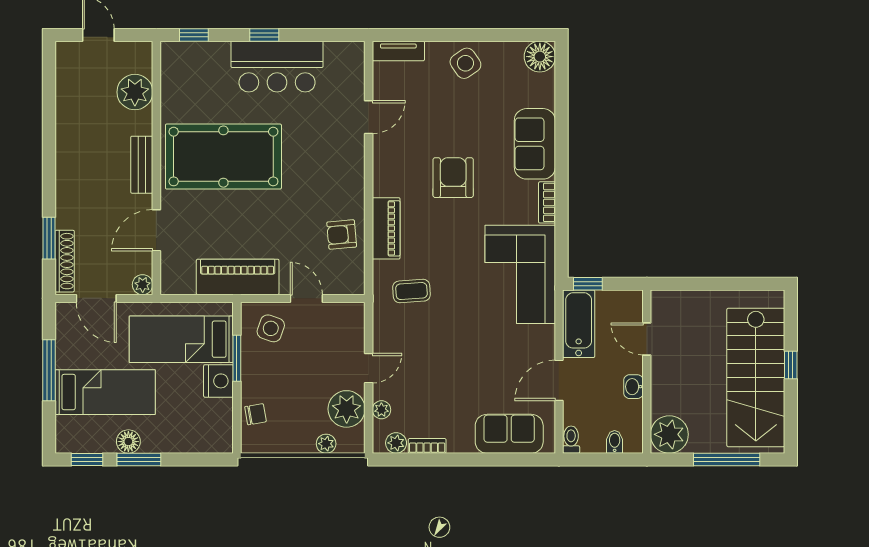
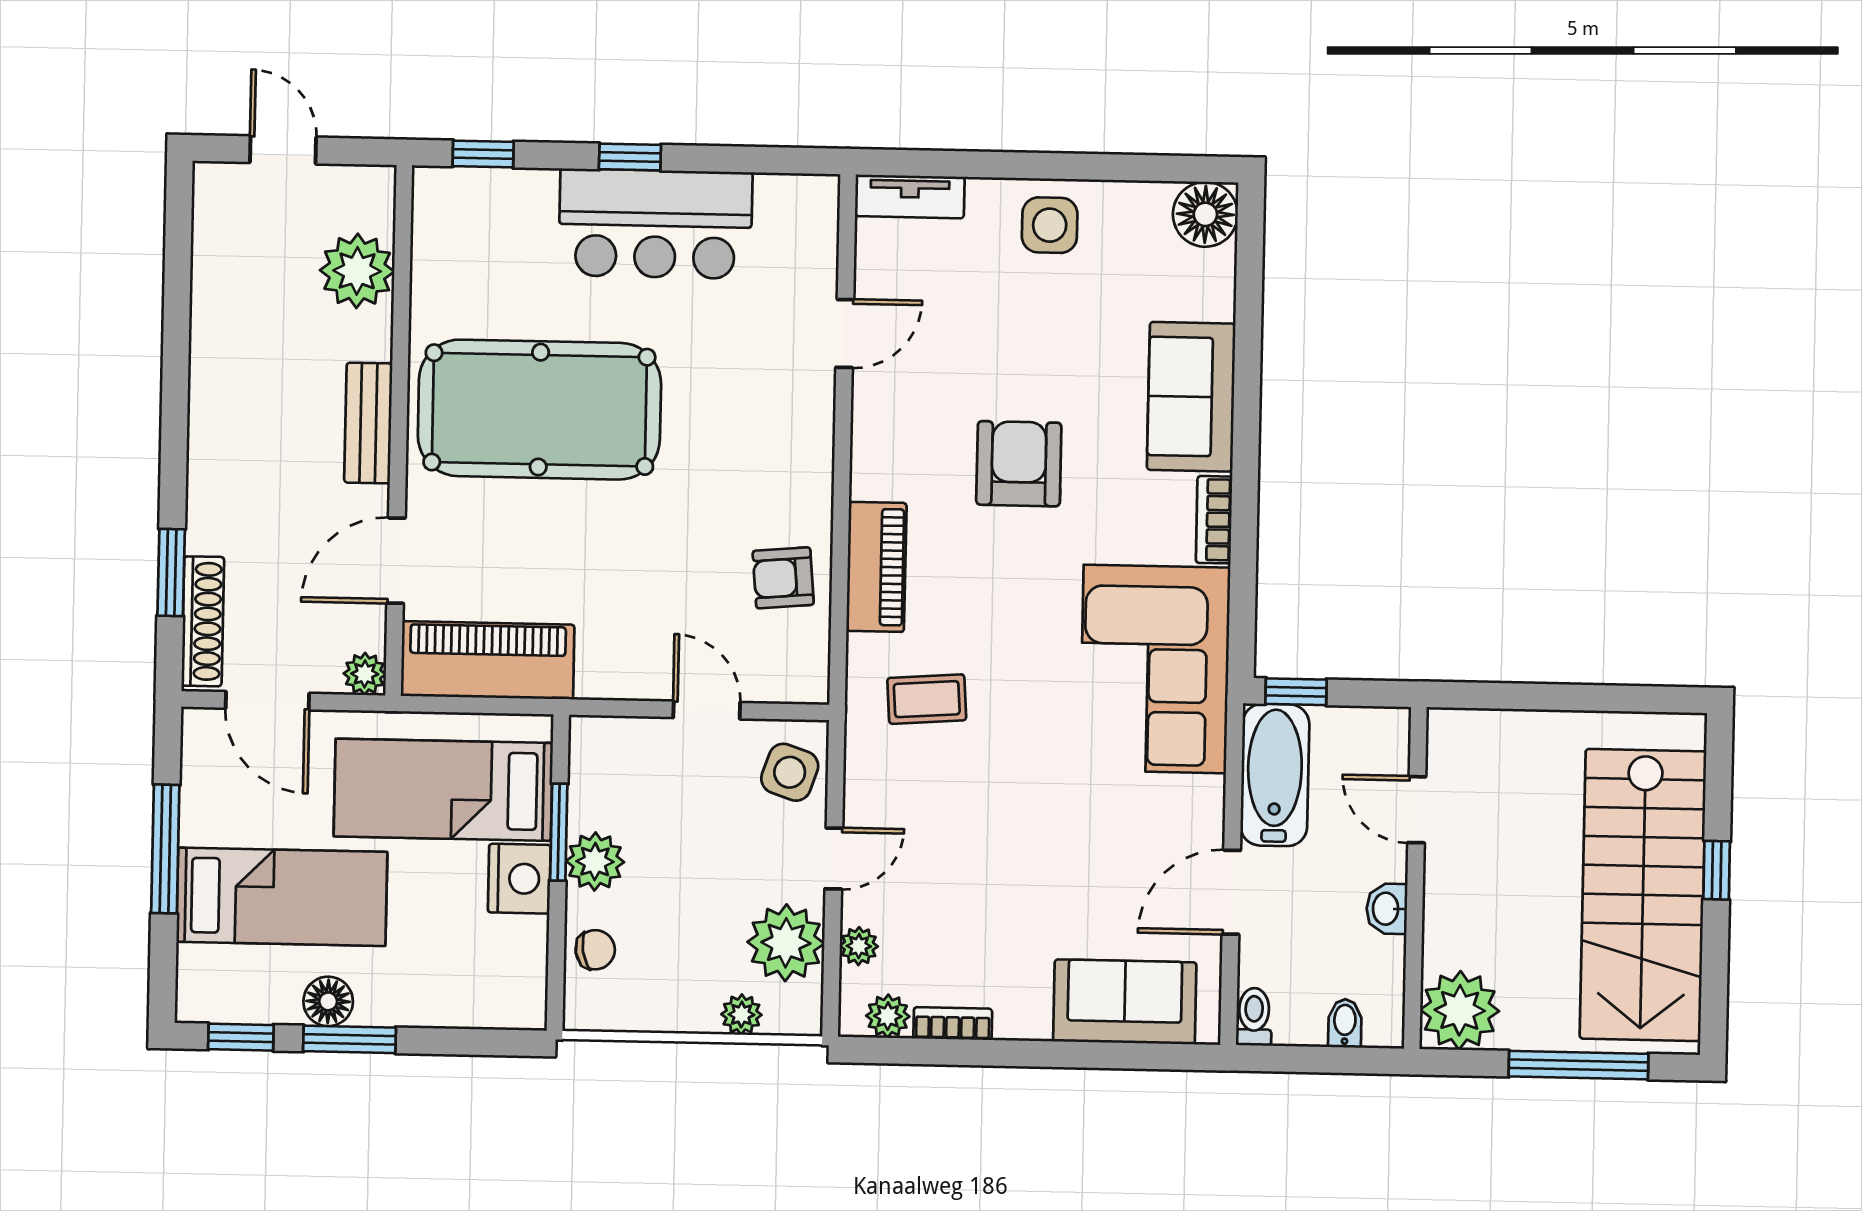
side table: (465, 63) -> (1050, 225), turned 35
piano: (238, 277) -> (488, 660), moved
side table: (271, 328) -> (790, 772), moved
plant: (255, 372) -> (595, 862), added

